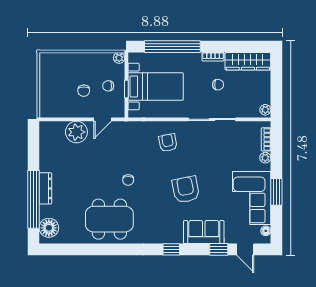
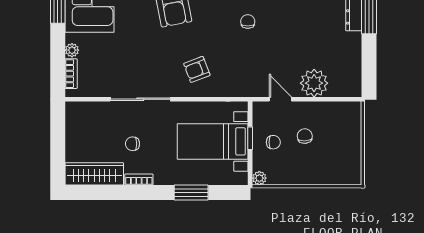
window: (172, 47) -> (191, 192), width x0.47
plant: (265, 110) -> (72, 112), removed
door: (103, 119) -> (280, 99), hinge flipped
armchair: (168, 143) -> (197, 69), turned 80

